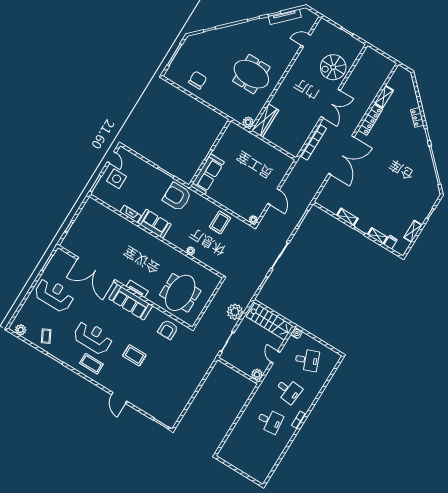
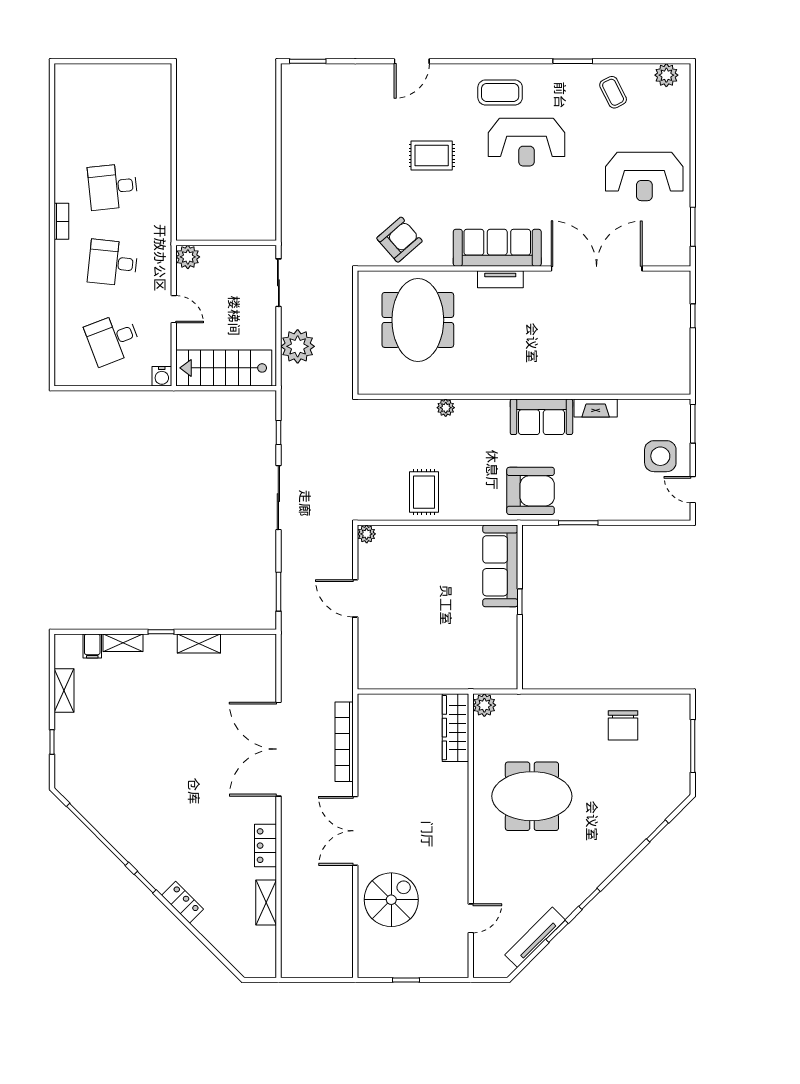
locker: (370, 120) -> (265, 846), width x0.66
armchair: (168, 329) -> (399, 240), turned 49
door: (119, 398) -> (412, 61), swing flipped

